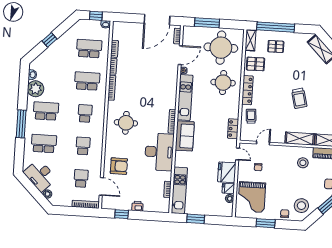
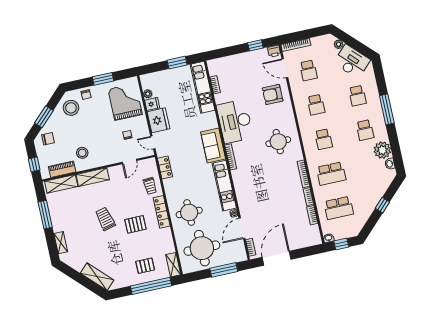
pallet: (256, 64) -> (135, 224), moved
school desk: (46, 111) -> (365, 130), width x0.54
school desk: (44, 143) -> (357, 96), width x0.54
printer: (137, 206) -> (274, 51), moved

